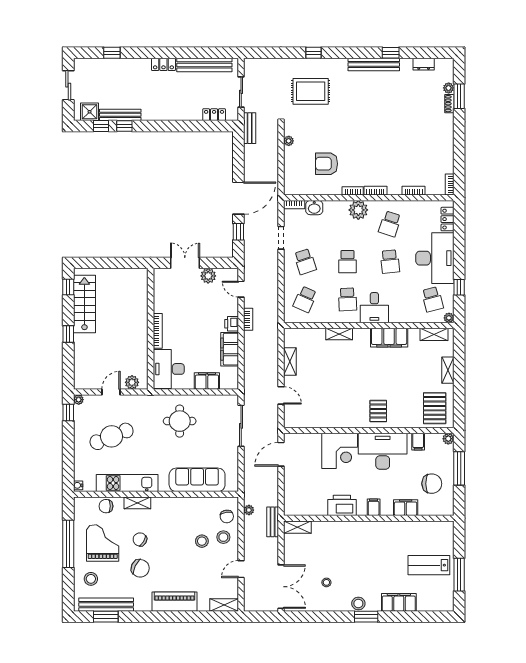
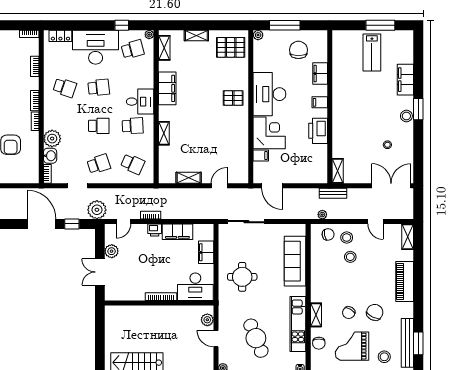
plant: (358, 210) -> (52, 139), moved
plant: (254, 260) -> (97, 210), added
filing cabinet: (418, 442) -> (261, 156), moved

